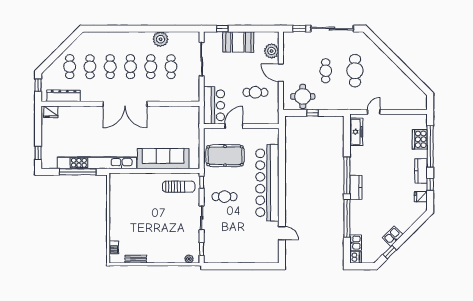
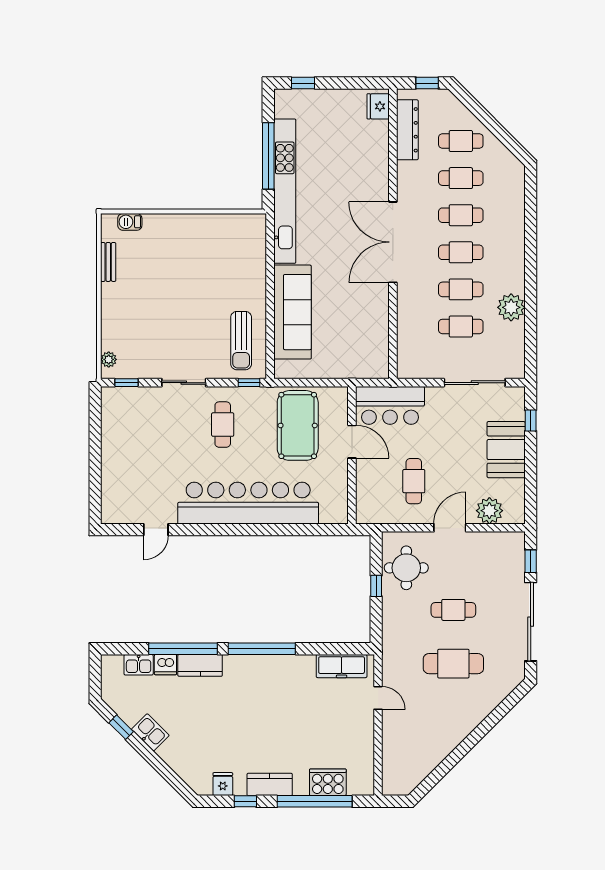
kitchen counter: (356, 187) -> (200, 665), moved
dishwasher: (356, 257) -> (165, 665), moved

